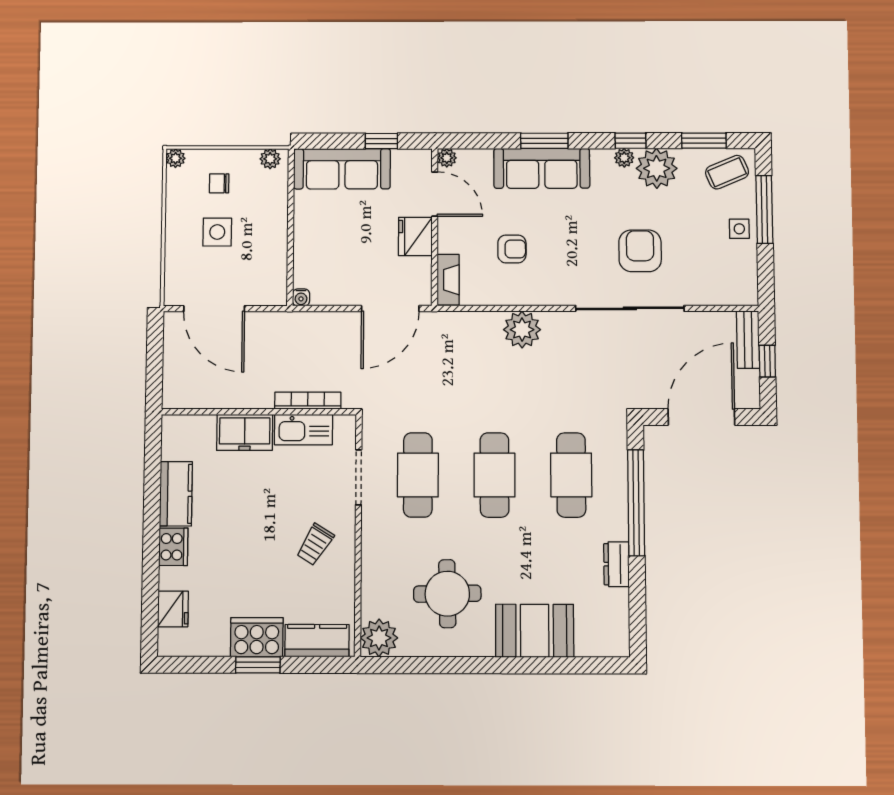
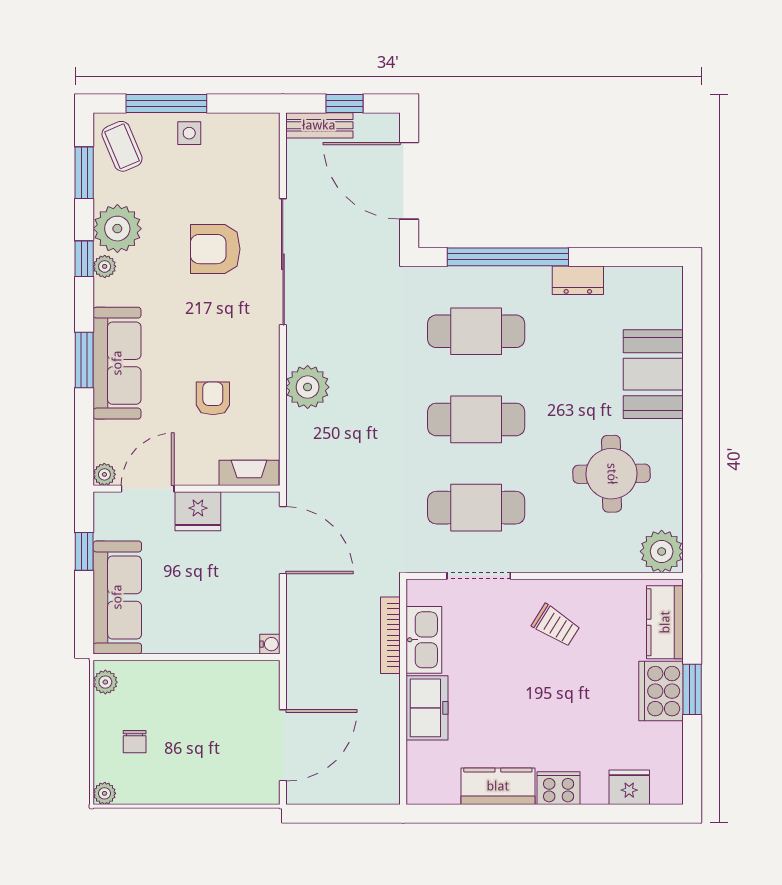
side table: (217, 232) -> (192, 743), removed

